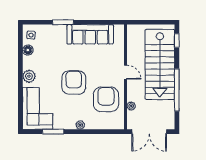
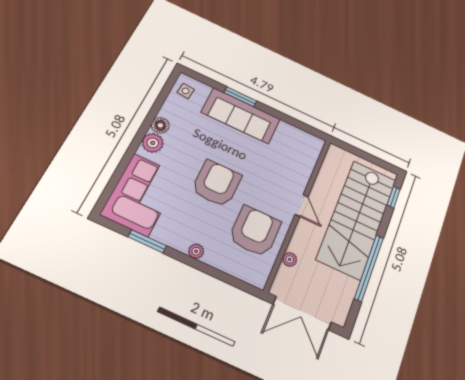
sofa: (90, 34) -> (241, 116), moved
floor lamp: (28, 50) -> (160, 125), moved

